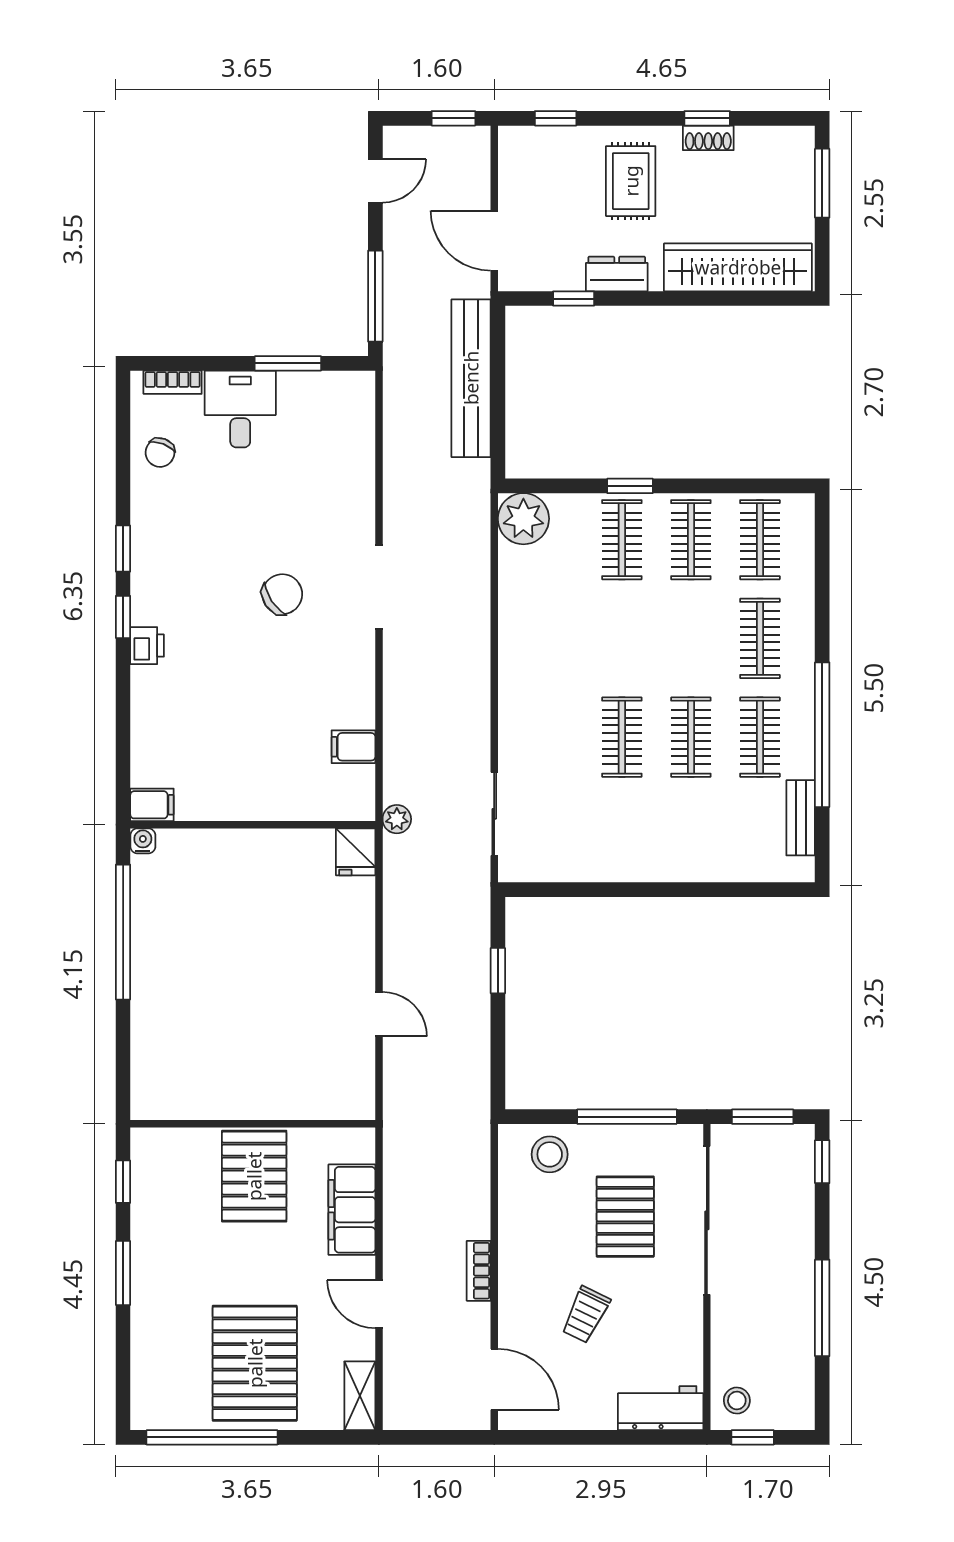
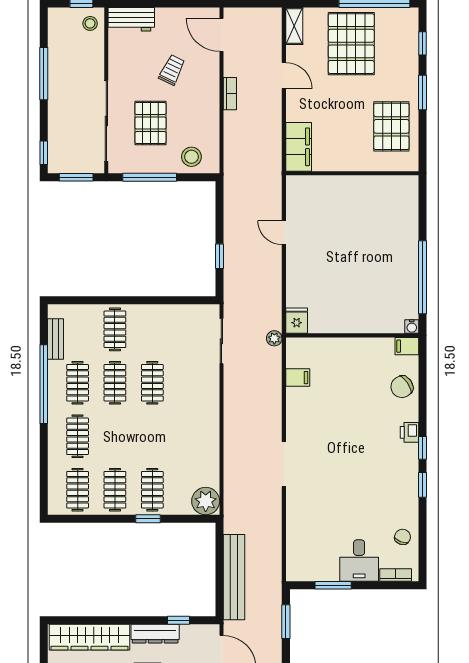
dresser: (617, 274) -> (155, 634), width x1.44
window: (375, 296) -> (286, 622), width x0.69
chair: (282, 594) -> (402, 387), moved
clothes rail: (691, 836) -> (115, 329), added
pallet: (254, 1176) -> (391, 126), moved
window: (123, 1182) -> (423, 43), moved
filing cabinet: (352, 1210) -> (299, 147), moved

